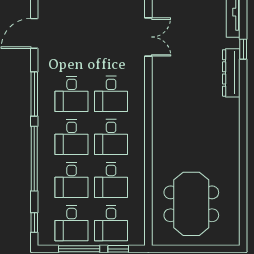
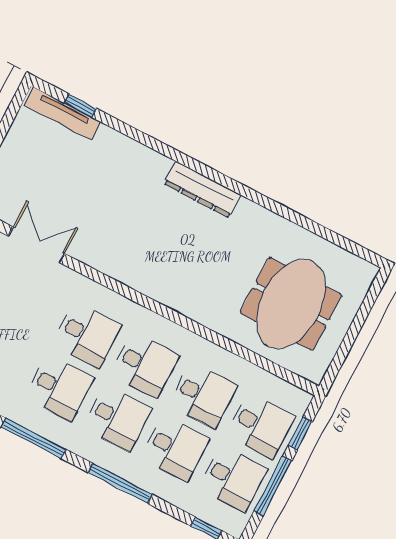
window: (243, 49) -> (81, 106), moved
dresser: (231, 73) -> (202, 189), moved
window: (34, 159) -> (120, 483), width x0.68
meeting table: (191, 204) -> (291, 304), turned 90

